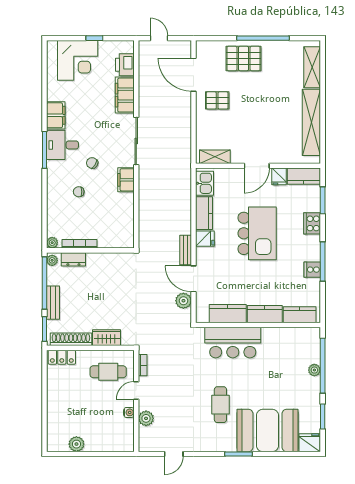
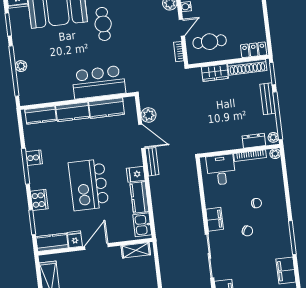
desk: (62, 145) -> (221, 170), moved, turned -90

